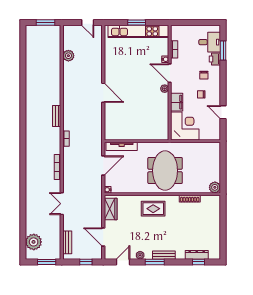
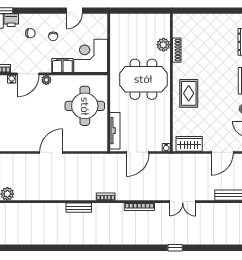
round table: (143, 121) -> (85, 106), added
door: (103, 166) -> (138, 152), swing flipped
plant: (215, 187) -> (163, 45), moved
window: (23, 197) -> (175, 248), added
plant: (34, 242) -> (228, 235), removed

